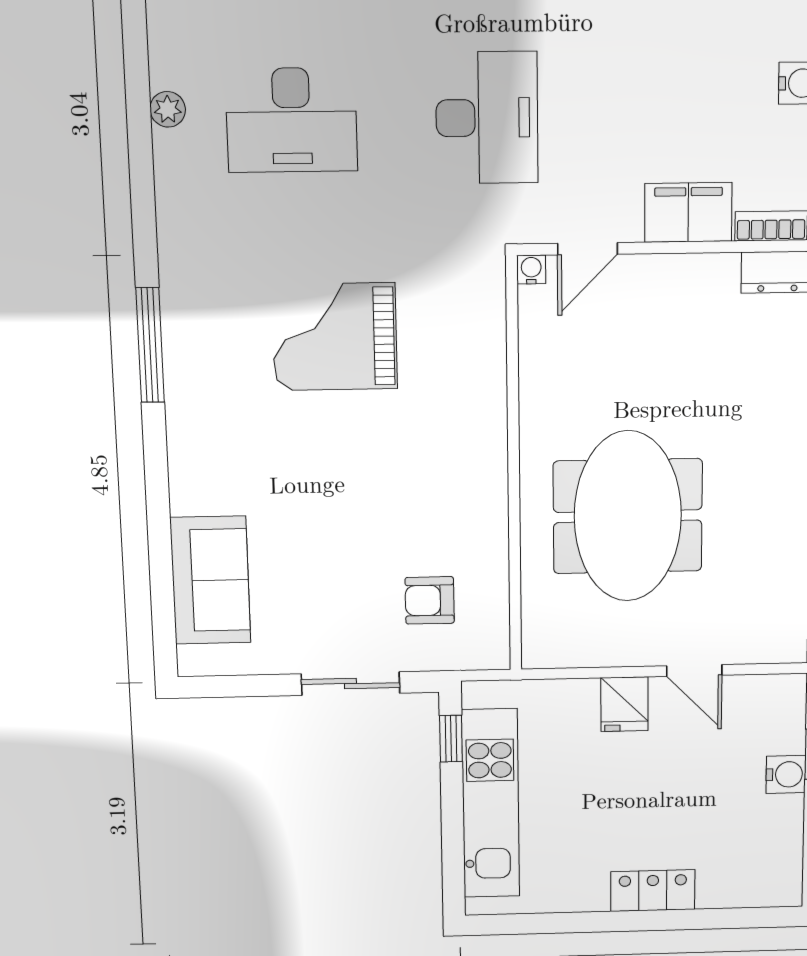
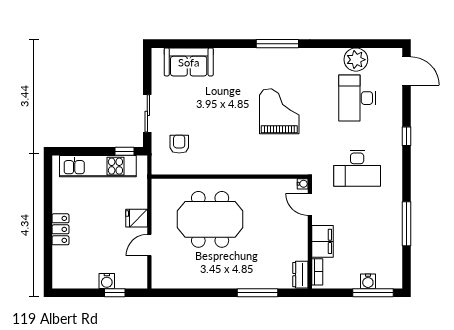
plant: (168, 109) -> (356, 60), width x1.88, depth x1.88

